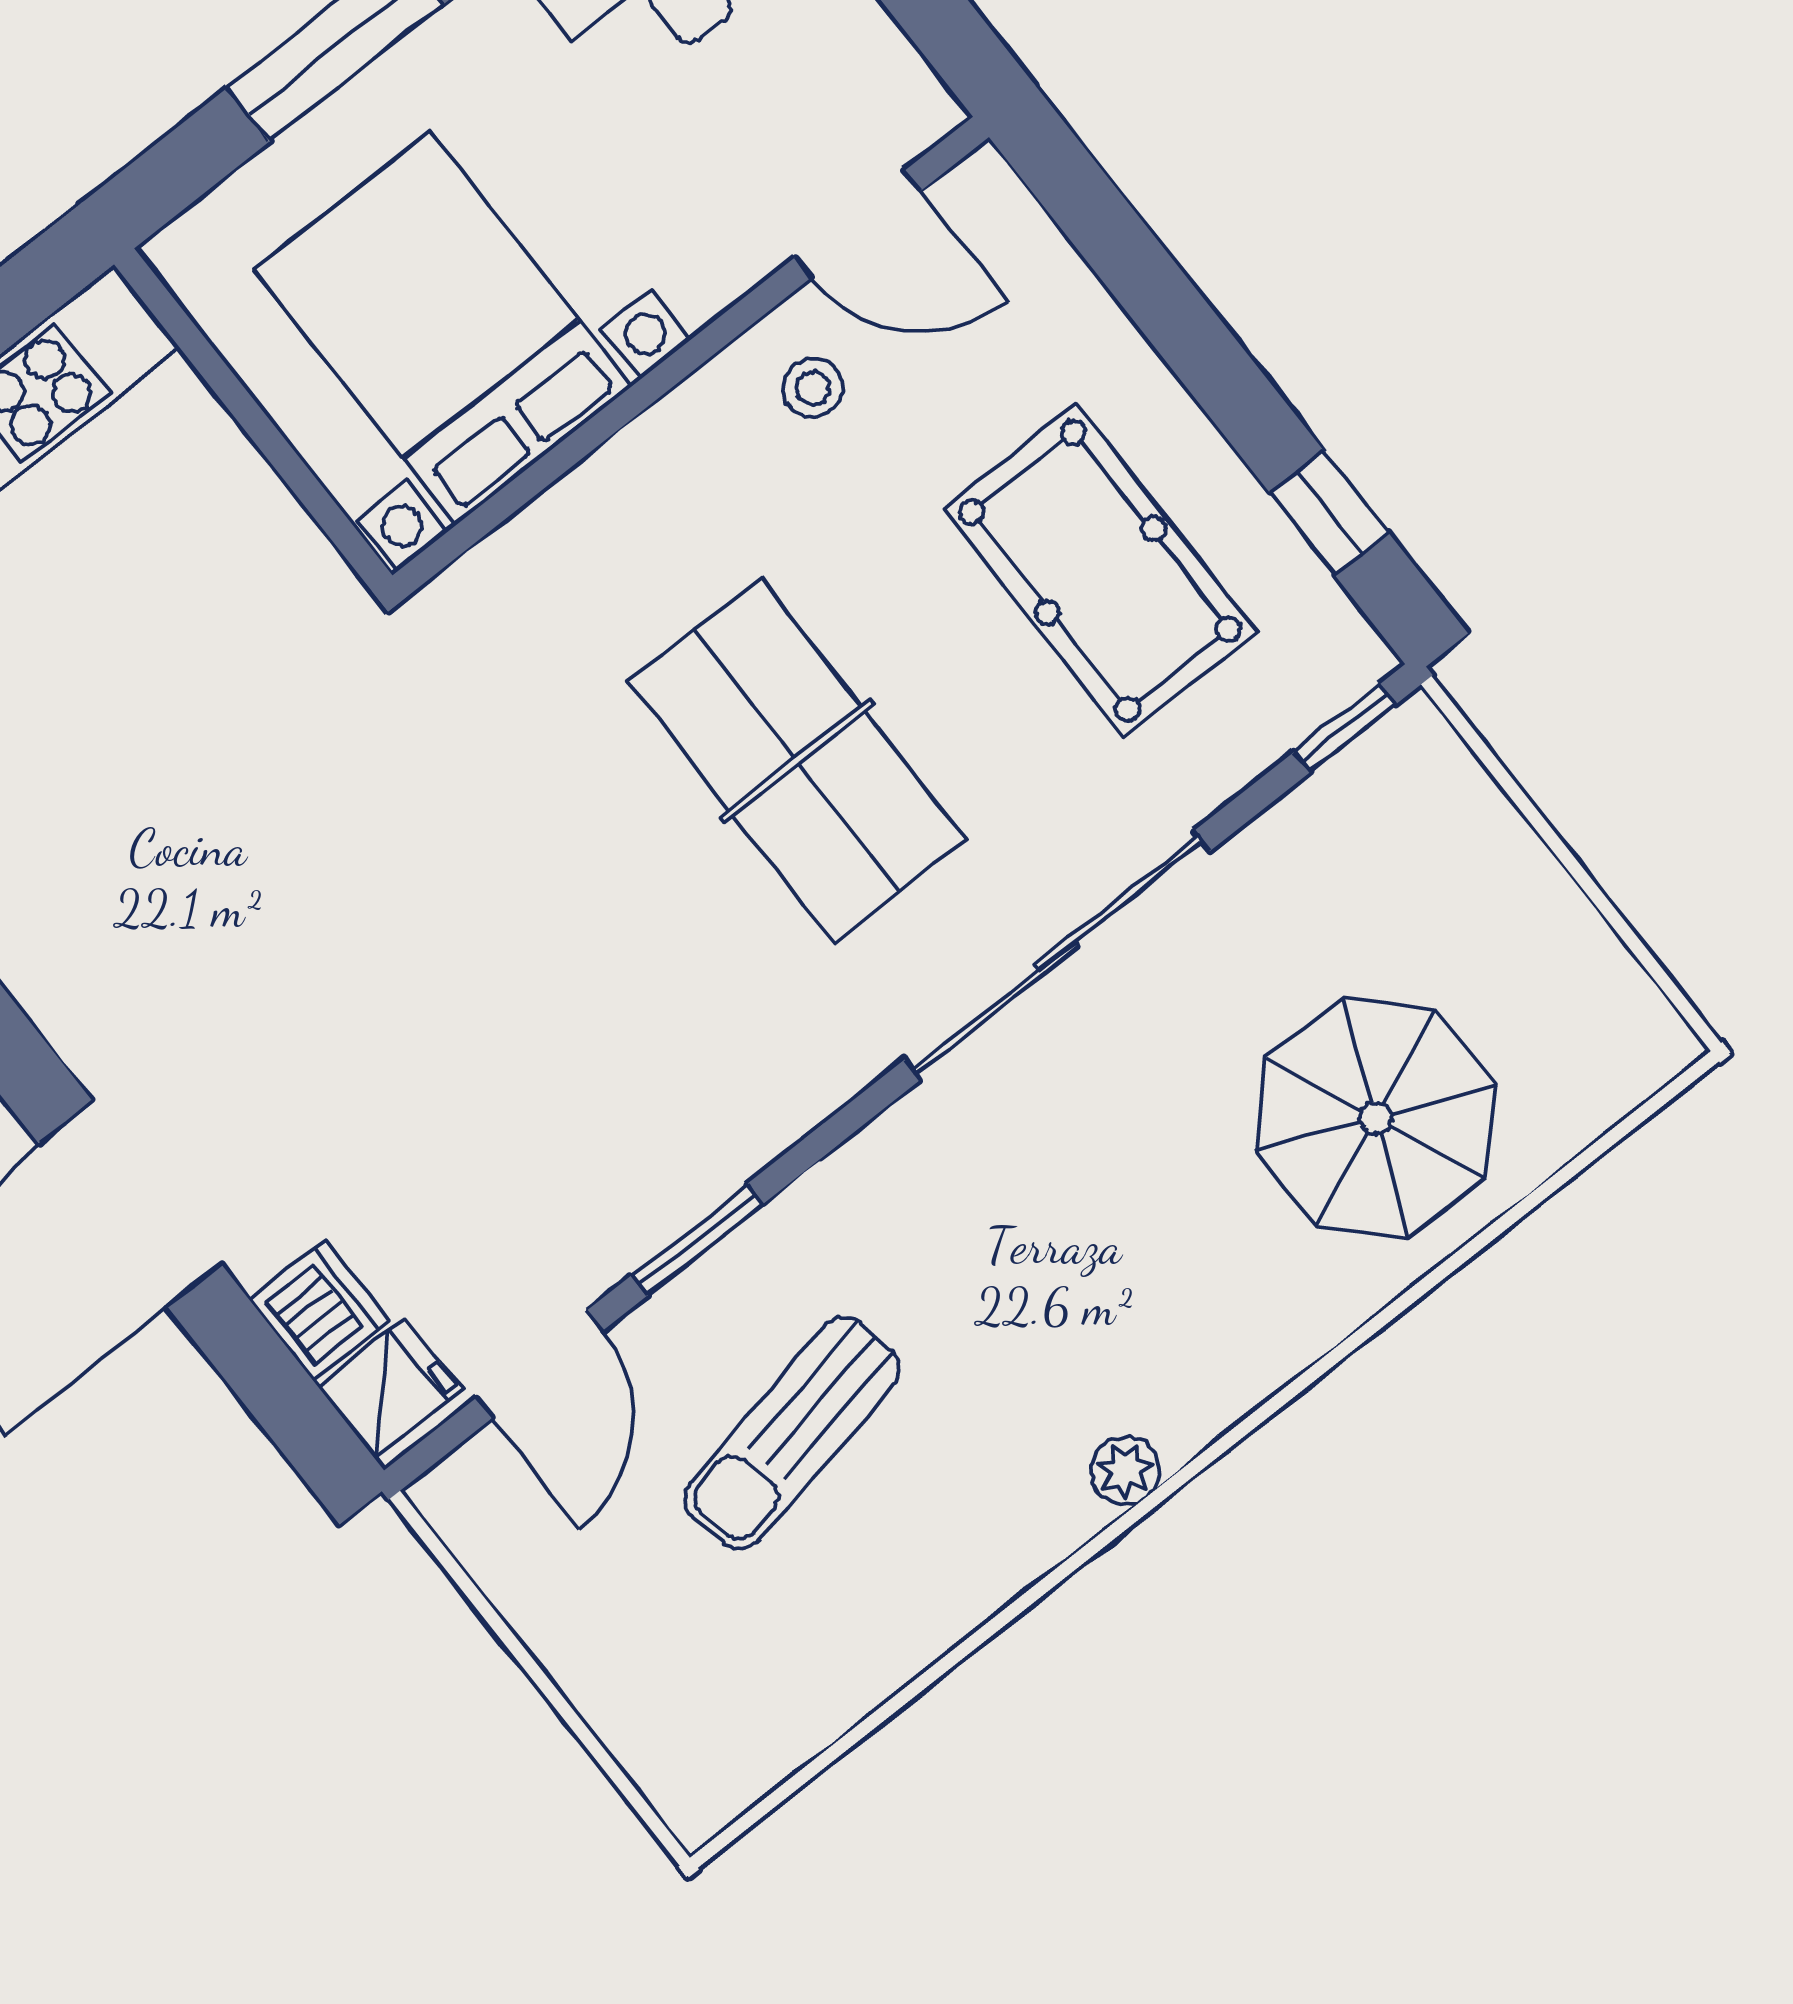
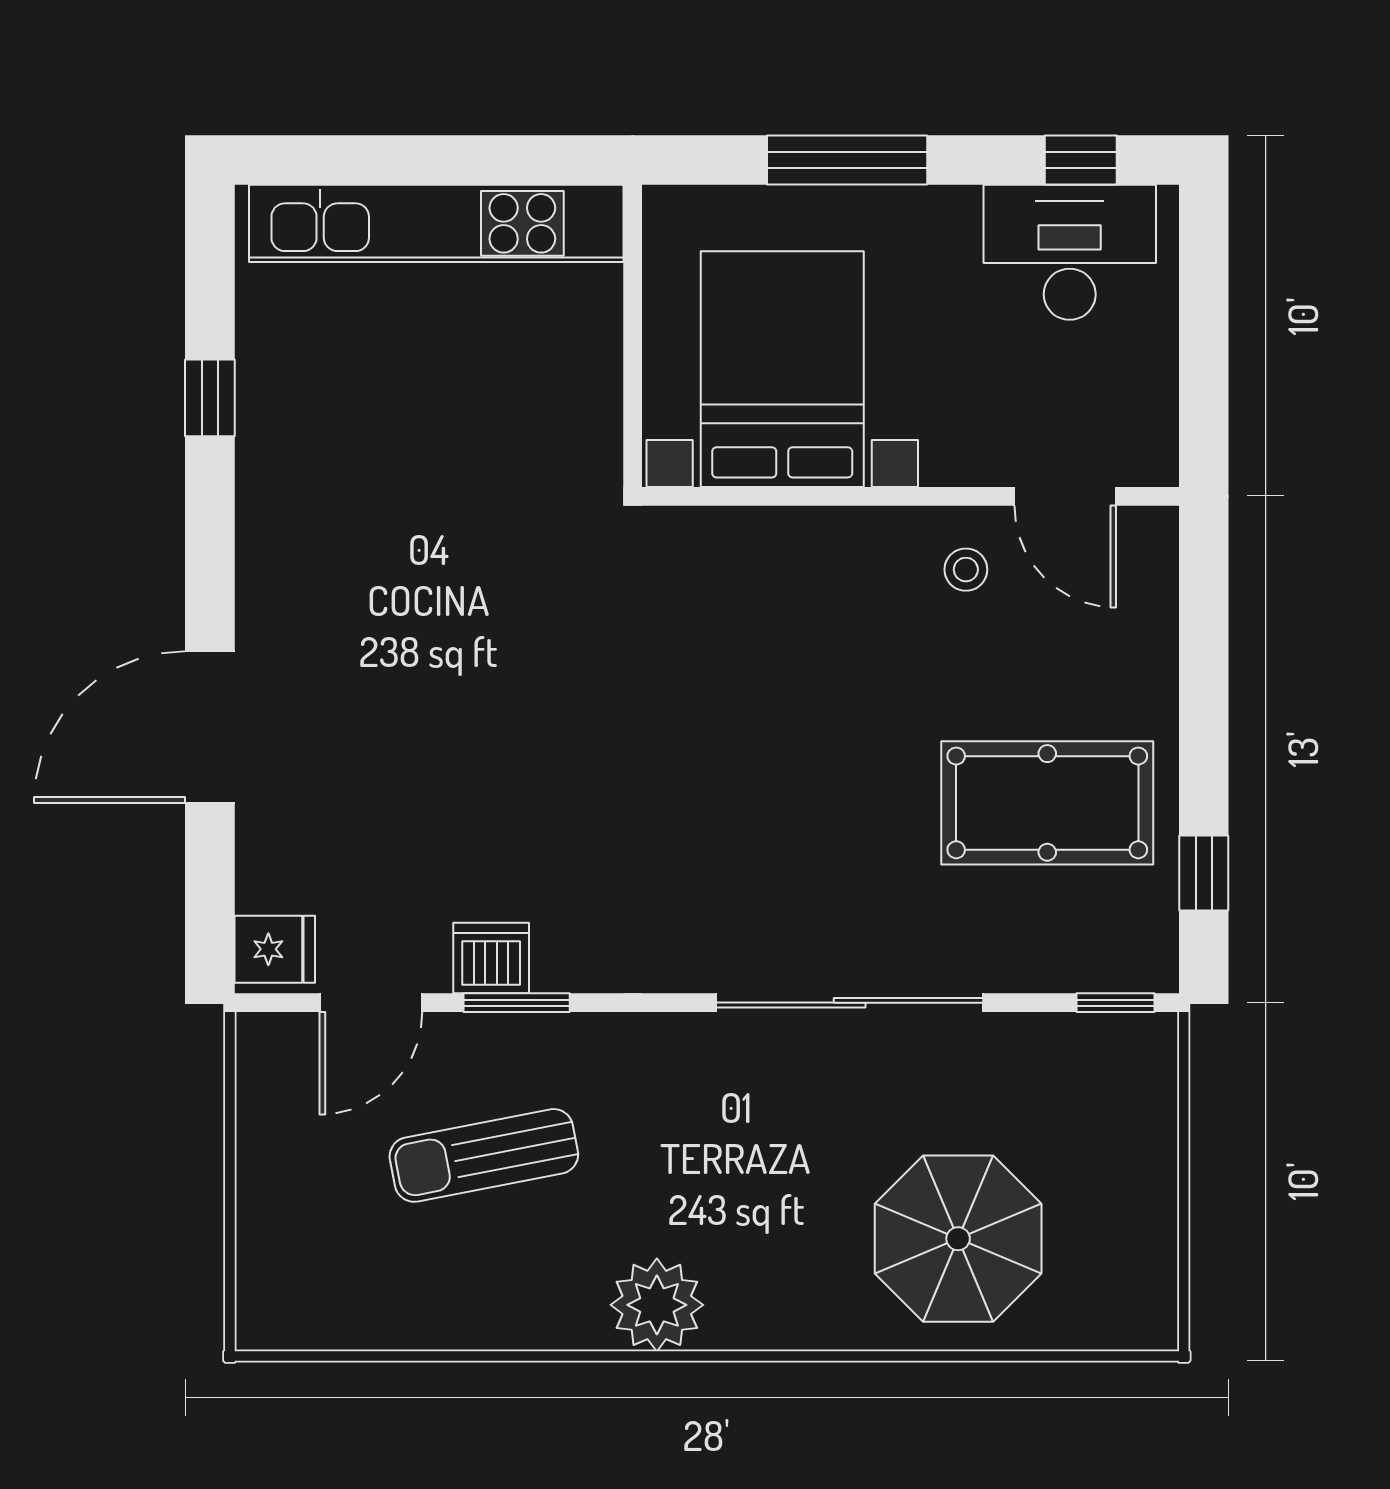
pool table: (1100, 571) -> (1047, 803), turned 90
table tennis table: (797, 761) -> (789, 775), removed
dishwasher: (319, 1310) -> (491, 958), moved, turned -90
plant: (1125, 1470) -> (657, 1305), width x1.88, depth x1.88

